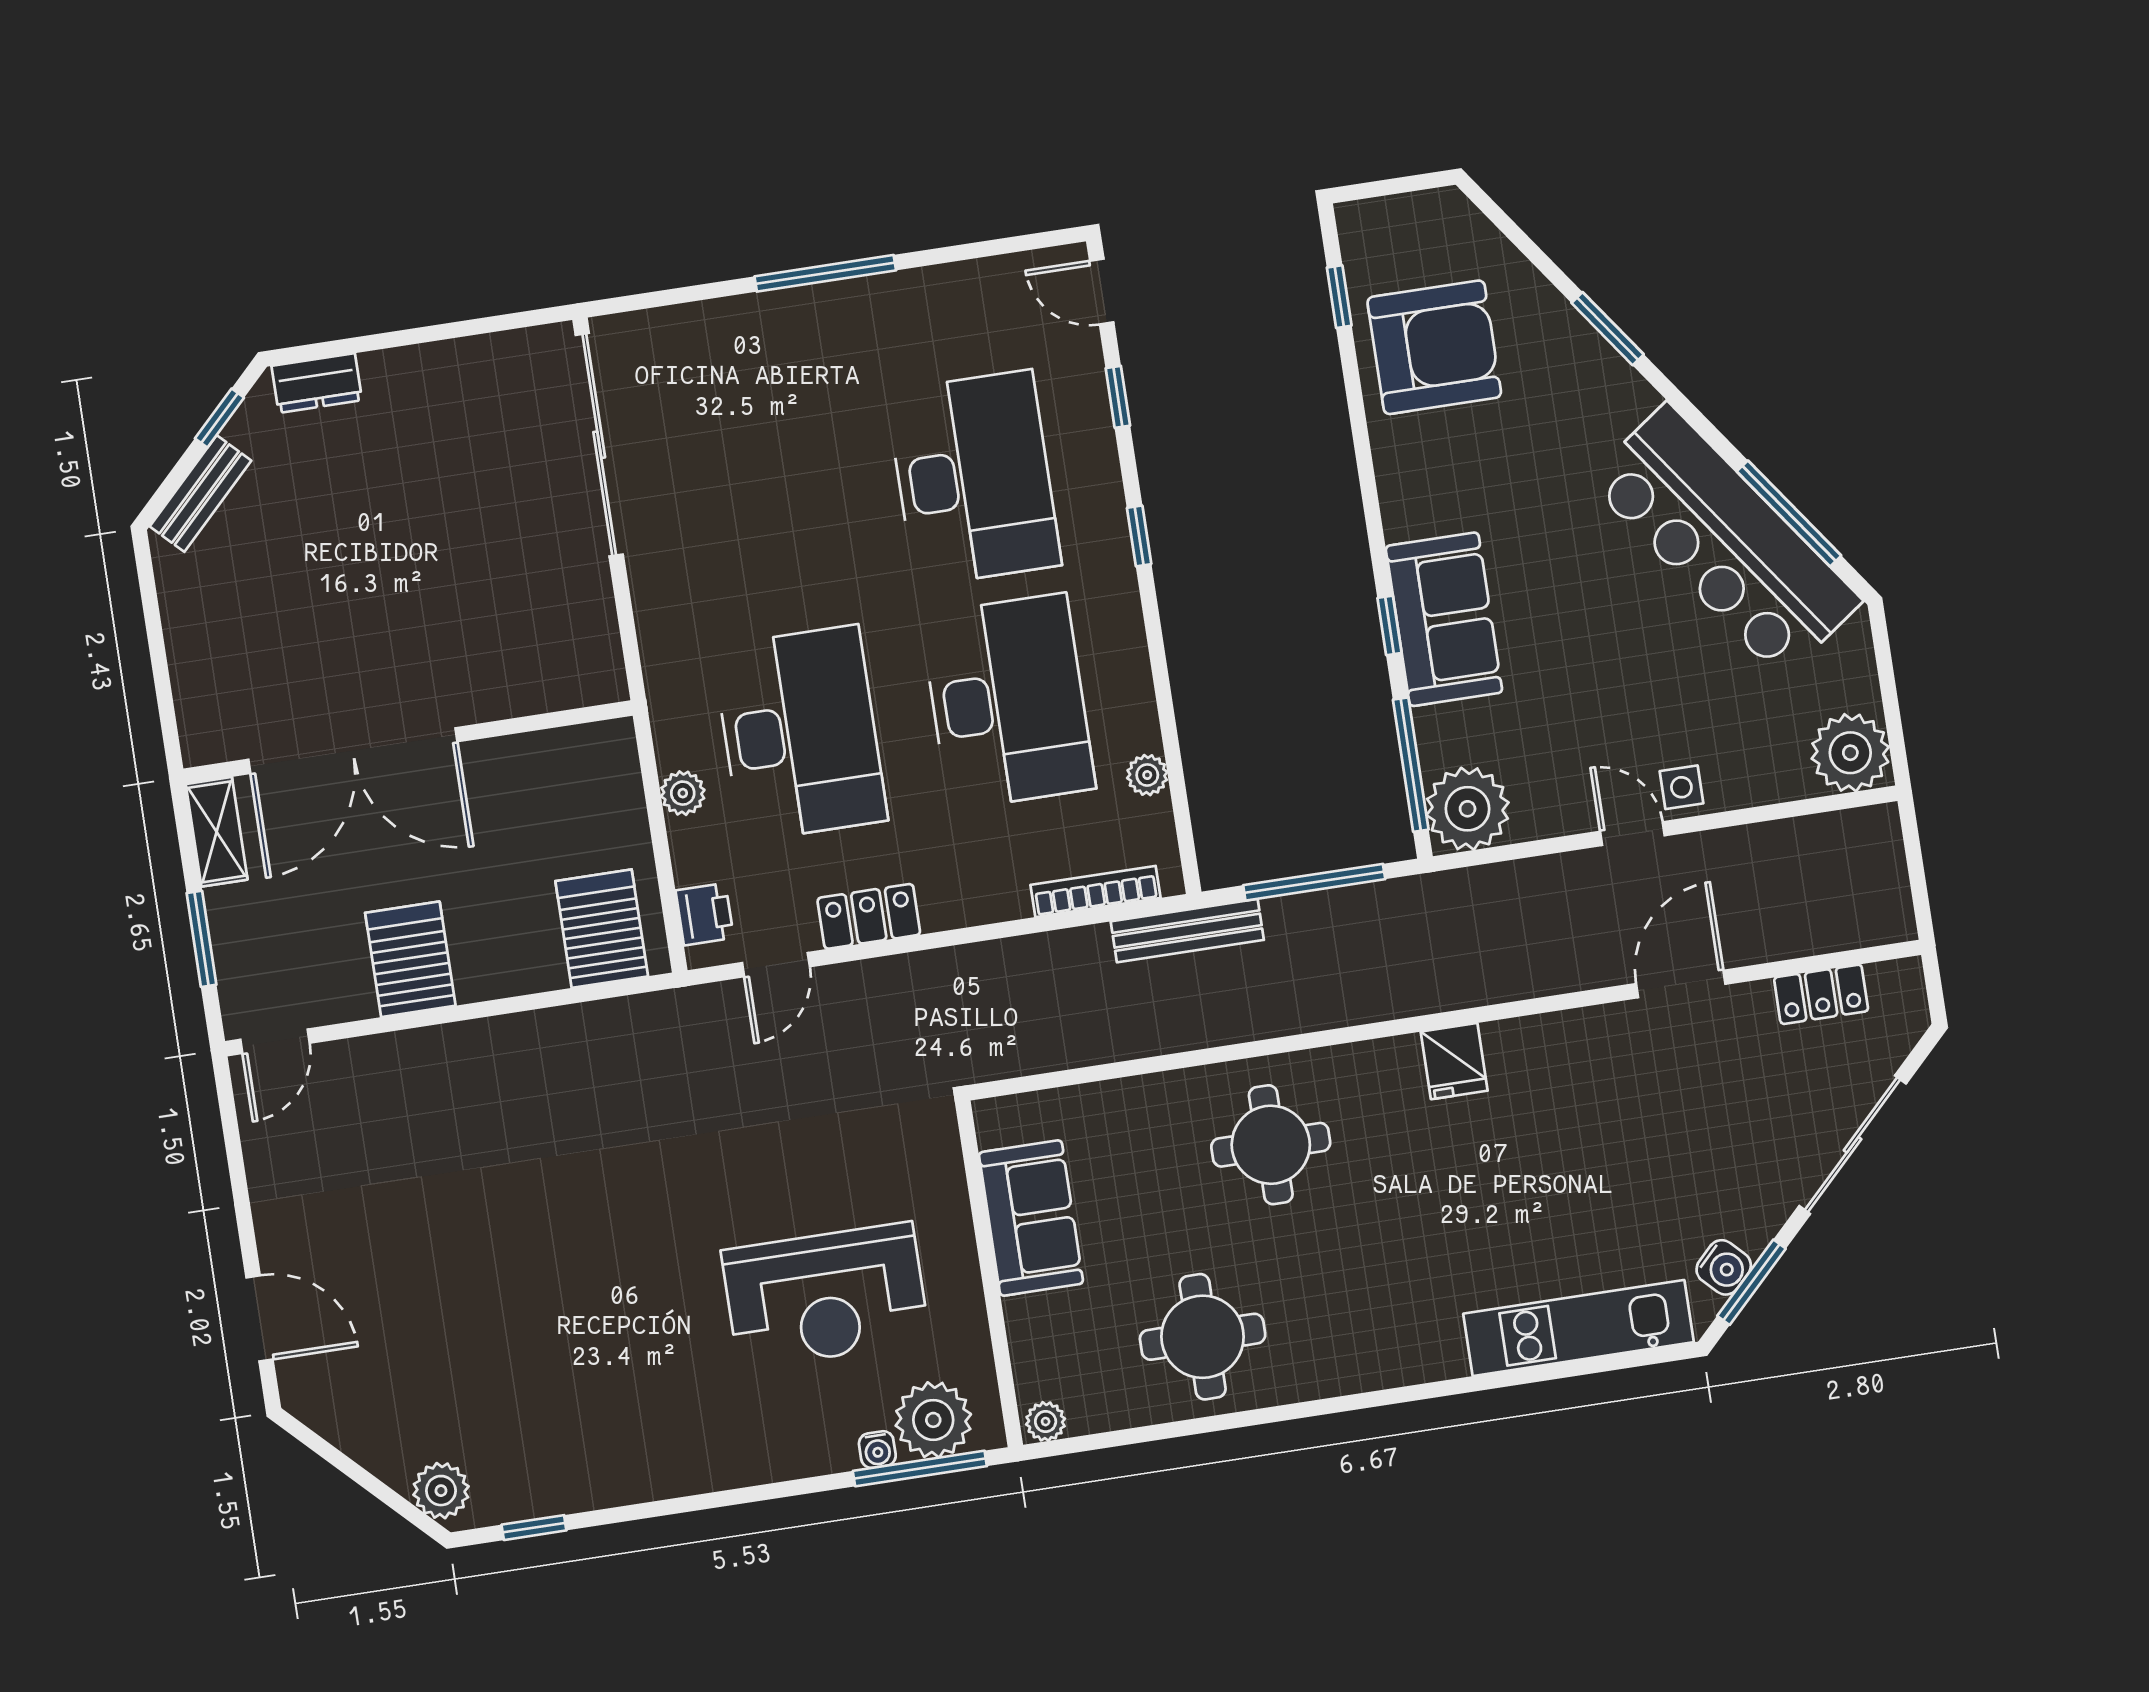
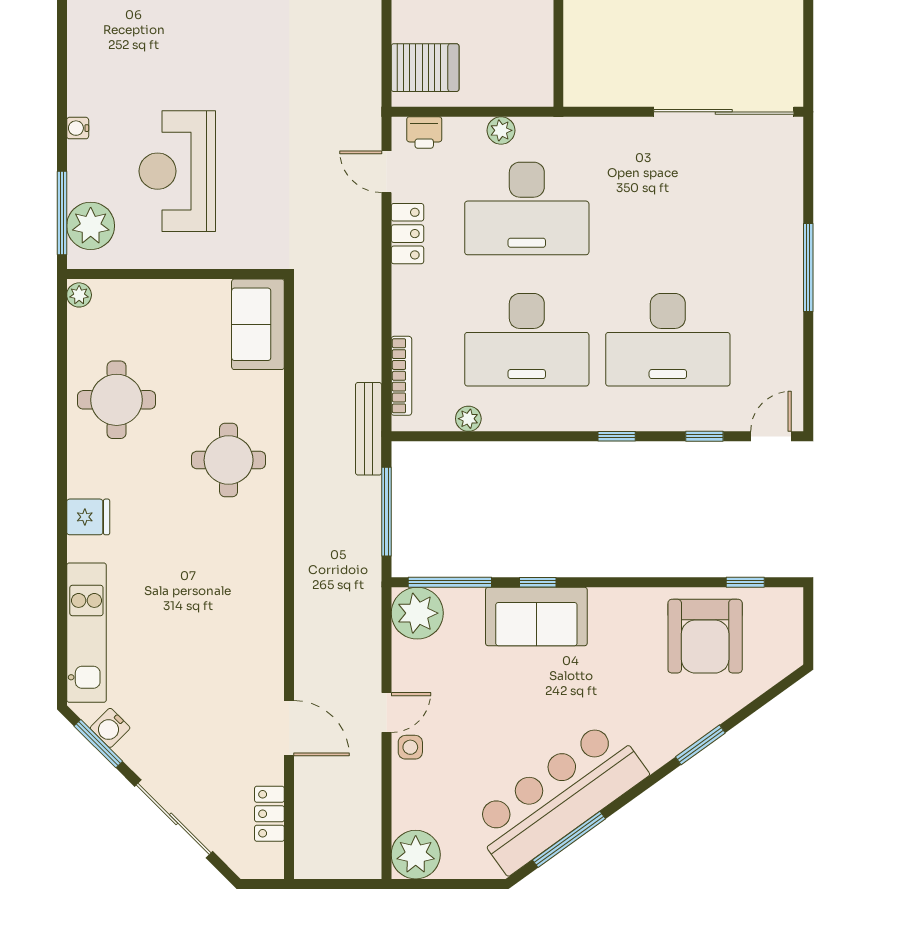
fridge: (1454, 1061) -> (88, 517), moved, turned 180
sofa: (1031, 1218) -> (258, 324), moved, turned 90
water cooler: (877, 1450) -> (78, 128), moved

